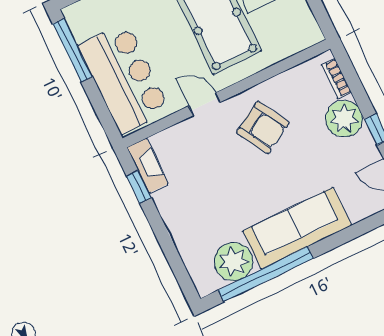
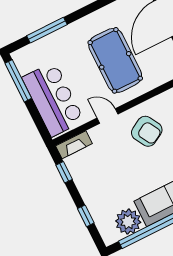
fireplace: (148, 166) -> (74, 145), moved, turned 90
window: (171, 252) -> (86, 216), added

